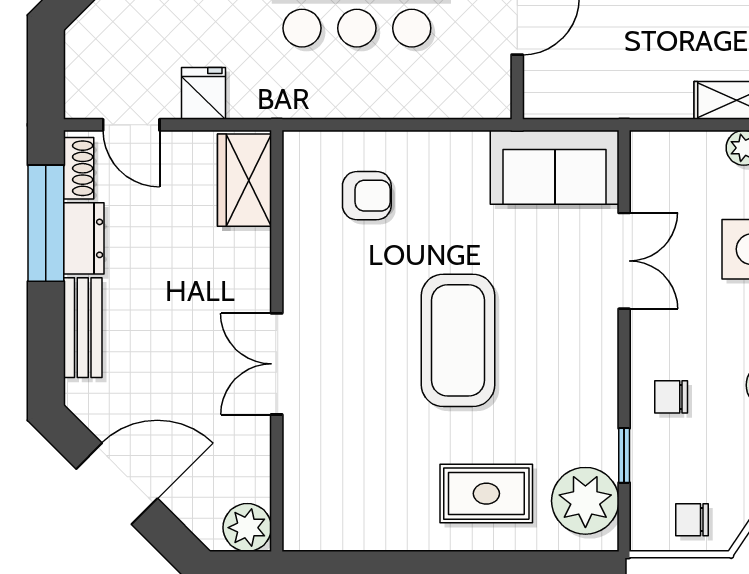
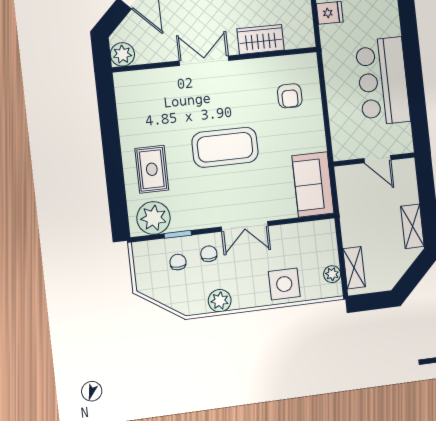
wardrobe: (244, 180) -> (261, 39), moved
double door: (624, 261) -> (245, 226), moved
chair: (692, 520) -> (178, 262), moved

